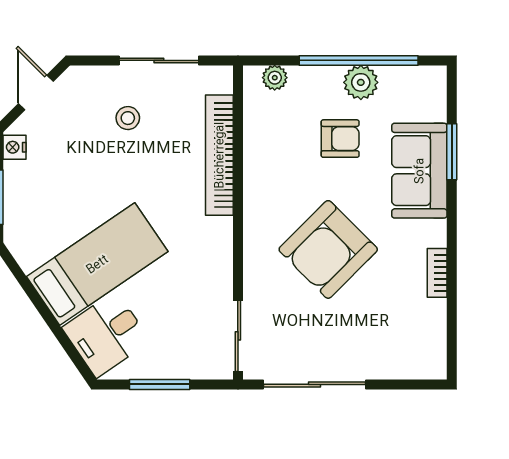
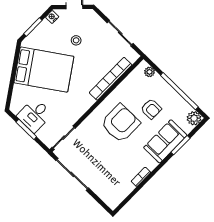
plant: (361, 82) -> (194, 118), moved
stool: (128, 118) -> (76, 40), moved
armchair: (328, 249) -> (120, 123), moved, turned 135
bed: (97, 264) -> (44, 70), width x1.50
desk: (106, 334) -> (35, 115), moved, turned -56

